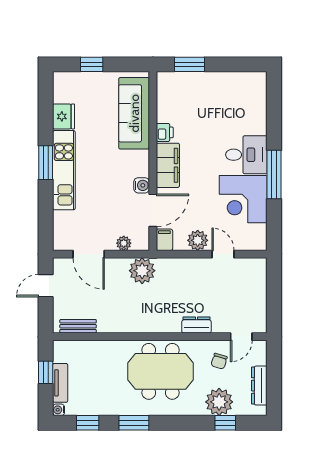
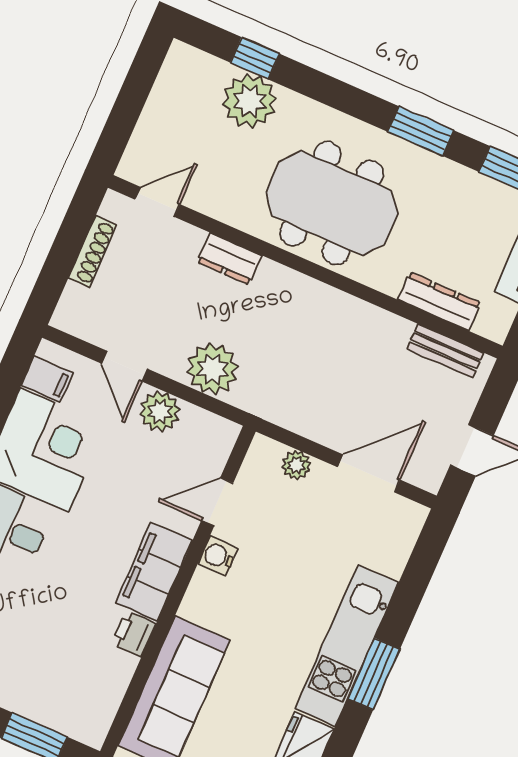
door: (153, 210) -> (217, 502), width x0.73
filing cabinet: (164, 240) -> (47, 379), moved, turned -90
door: (89, 254) -> (369, 473), hinge flipped
plant: (142, 271) -> (213, 369), moved
shoe rack: (261, 301) -> (93, 251), added
chair: (219, 361) -> (217, 175), removed
dresser: (259, 386) -> (439, 301), moved, turned -90

